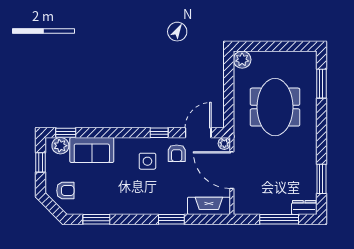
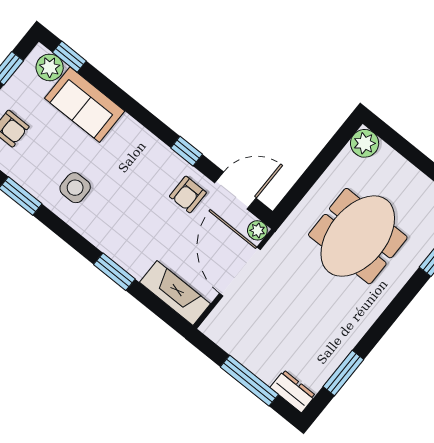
side table: (147, 161) -> (75, 188), moved

